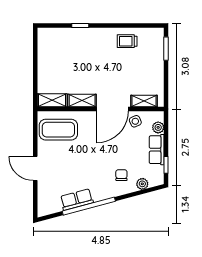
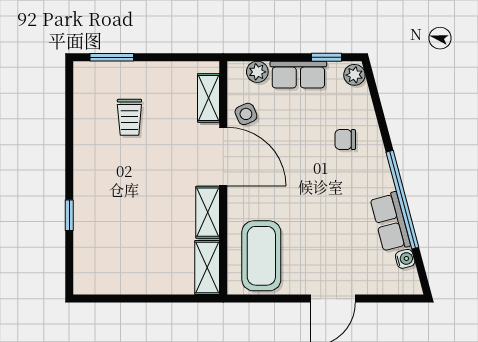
trolley: (127, 41) -> (129, 117), moved
plant: (142, 184) -> (354, 75), moved
water cooler: (57, 208) -> (405, 259), added

